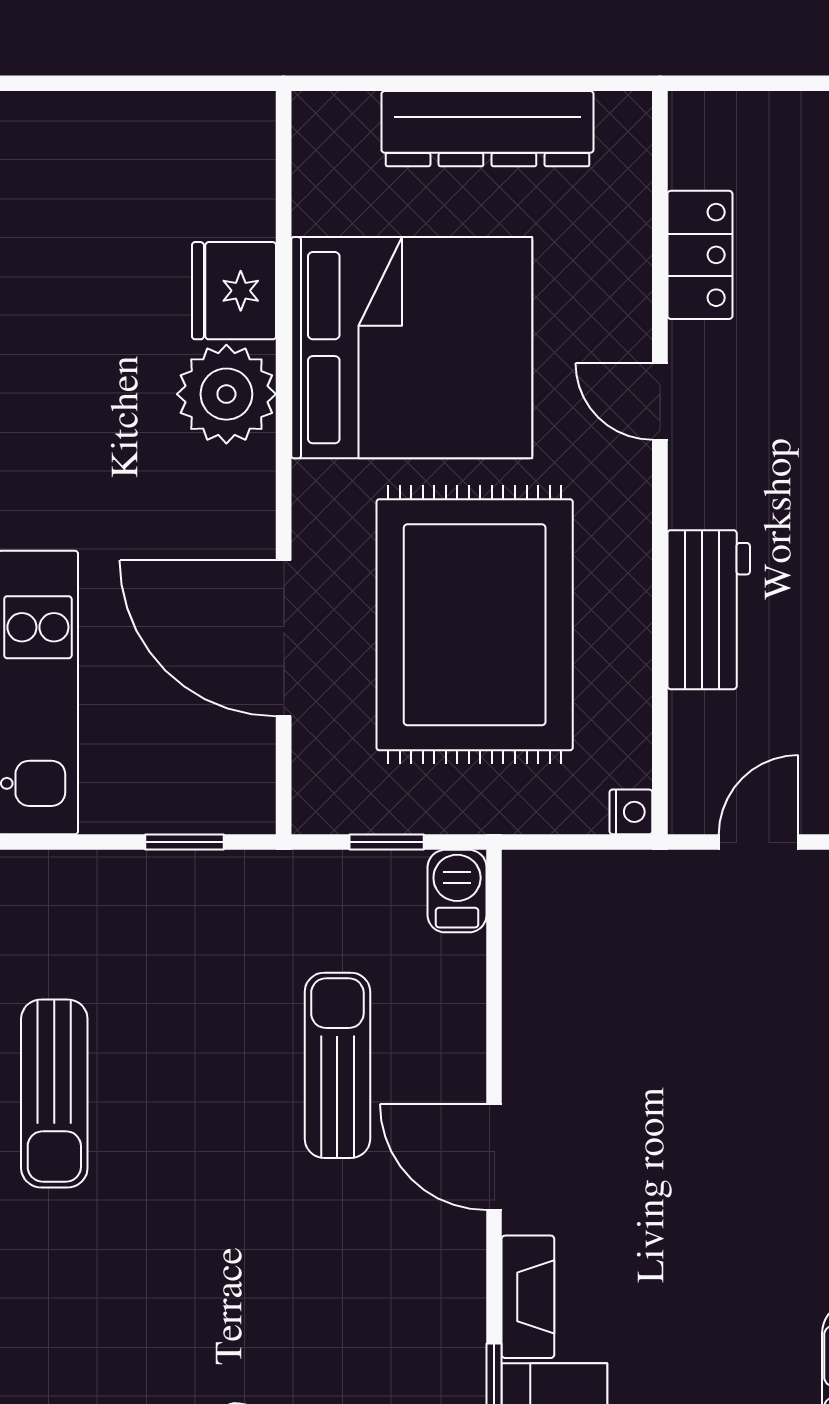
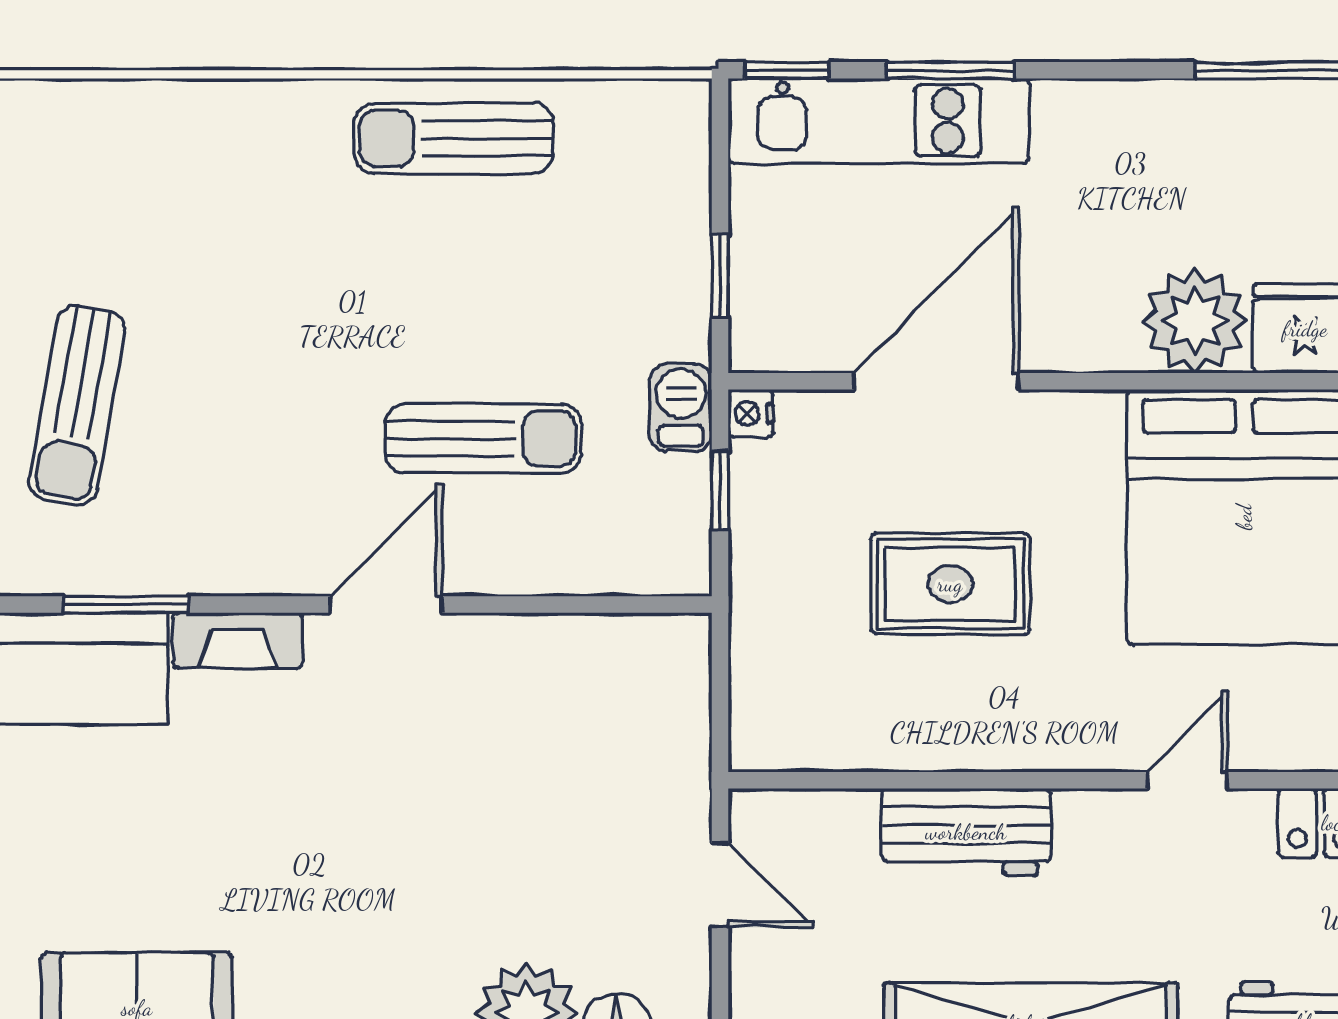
rug: (475, 625) -> (950, 584), width x0.54, depth x0.49
nightstand: (631, 812) -> (751, 413), moved, turned 90
barbecue: (457, 891) -> (681, 408), moved, turned -90

